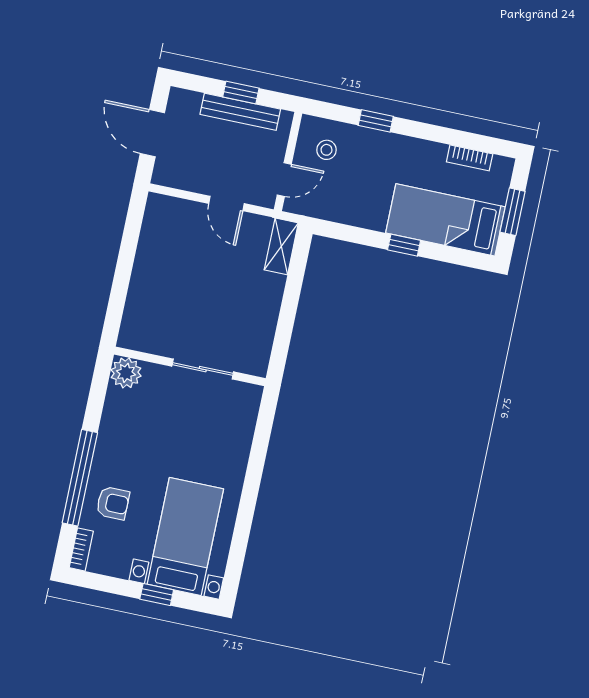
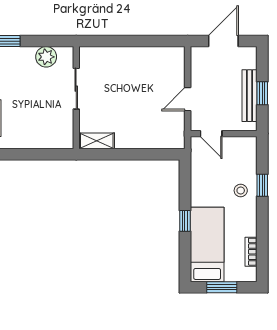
stool: (327, 150) -> (241, 191), moved
shelving: (281, 246) -> (97, 141), moved
sliding door: (203, 369) -> (76, 89), moved
plant: (126, 373) -> (46, 57), moved

